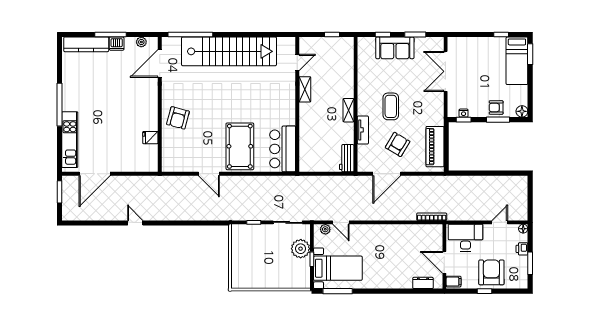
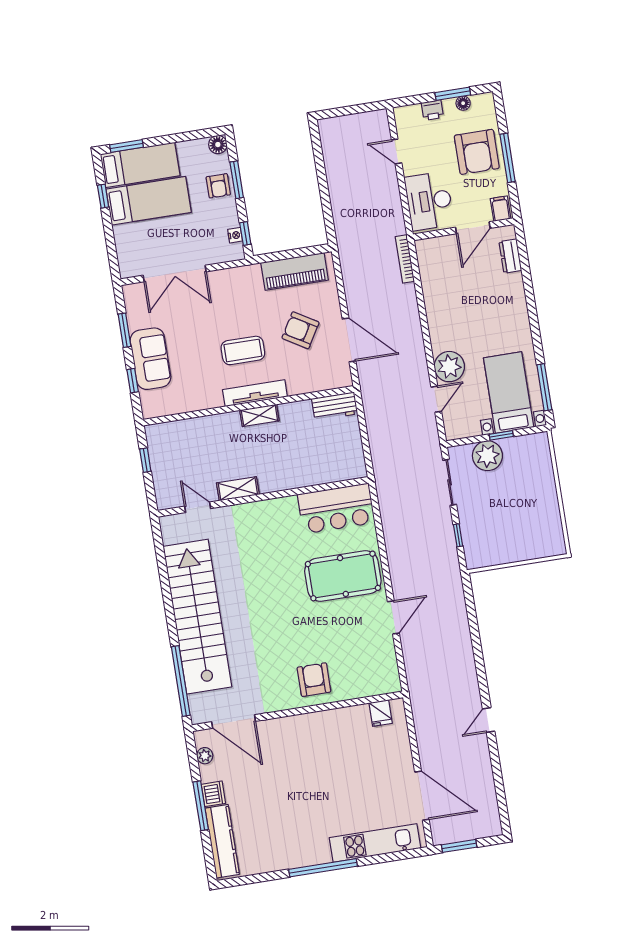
bed: (494, 62) -> (149, 201), added
armchair: (178, 118) -> (314, 680), turned -105
tv unit: (363, 130) -> (255, 393), moved, width x1.41
fridge: (150, 138) -> (381, 713), moved
plant: (325, 229) -> (449, 367), moved, width x1.88, depth x1.88
floor lamp: (523, 229) -> (463, 103), moved
armchair: (491, 272) -> (477, 152), turned -90
window: (485, 291) -> (508, 158), width x2.17

